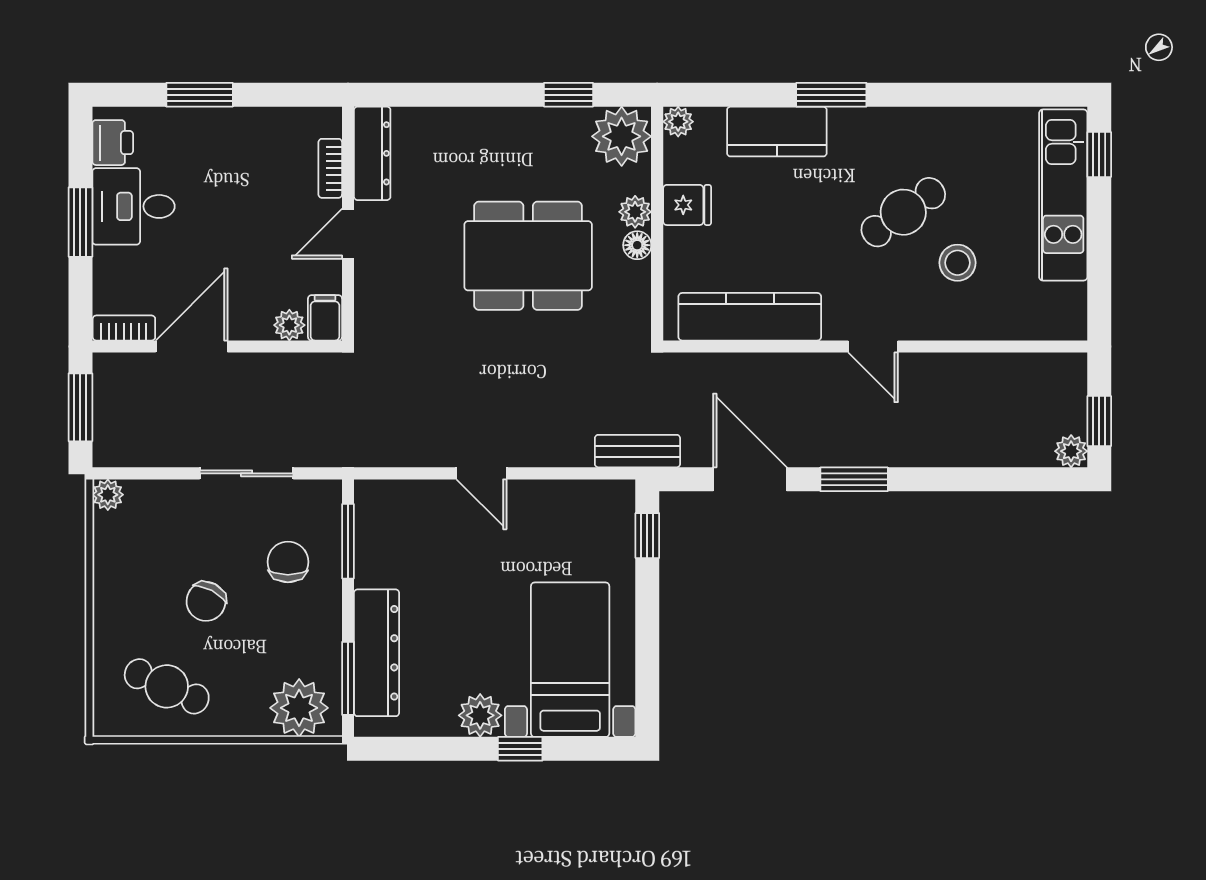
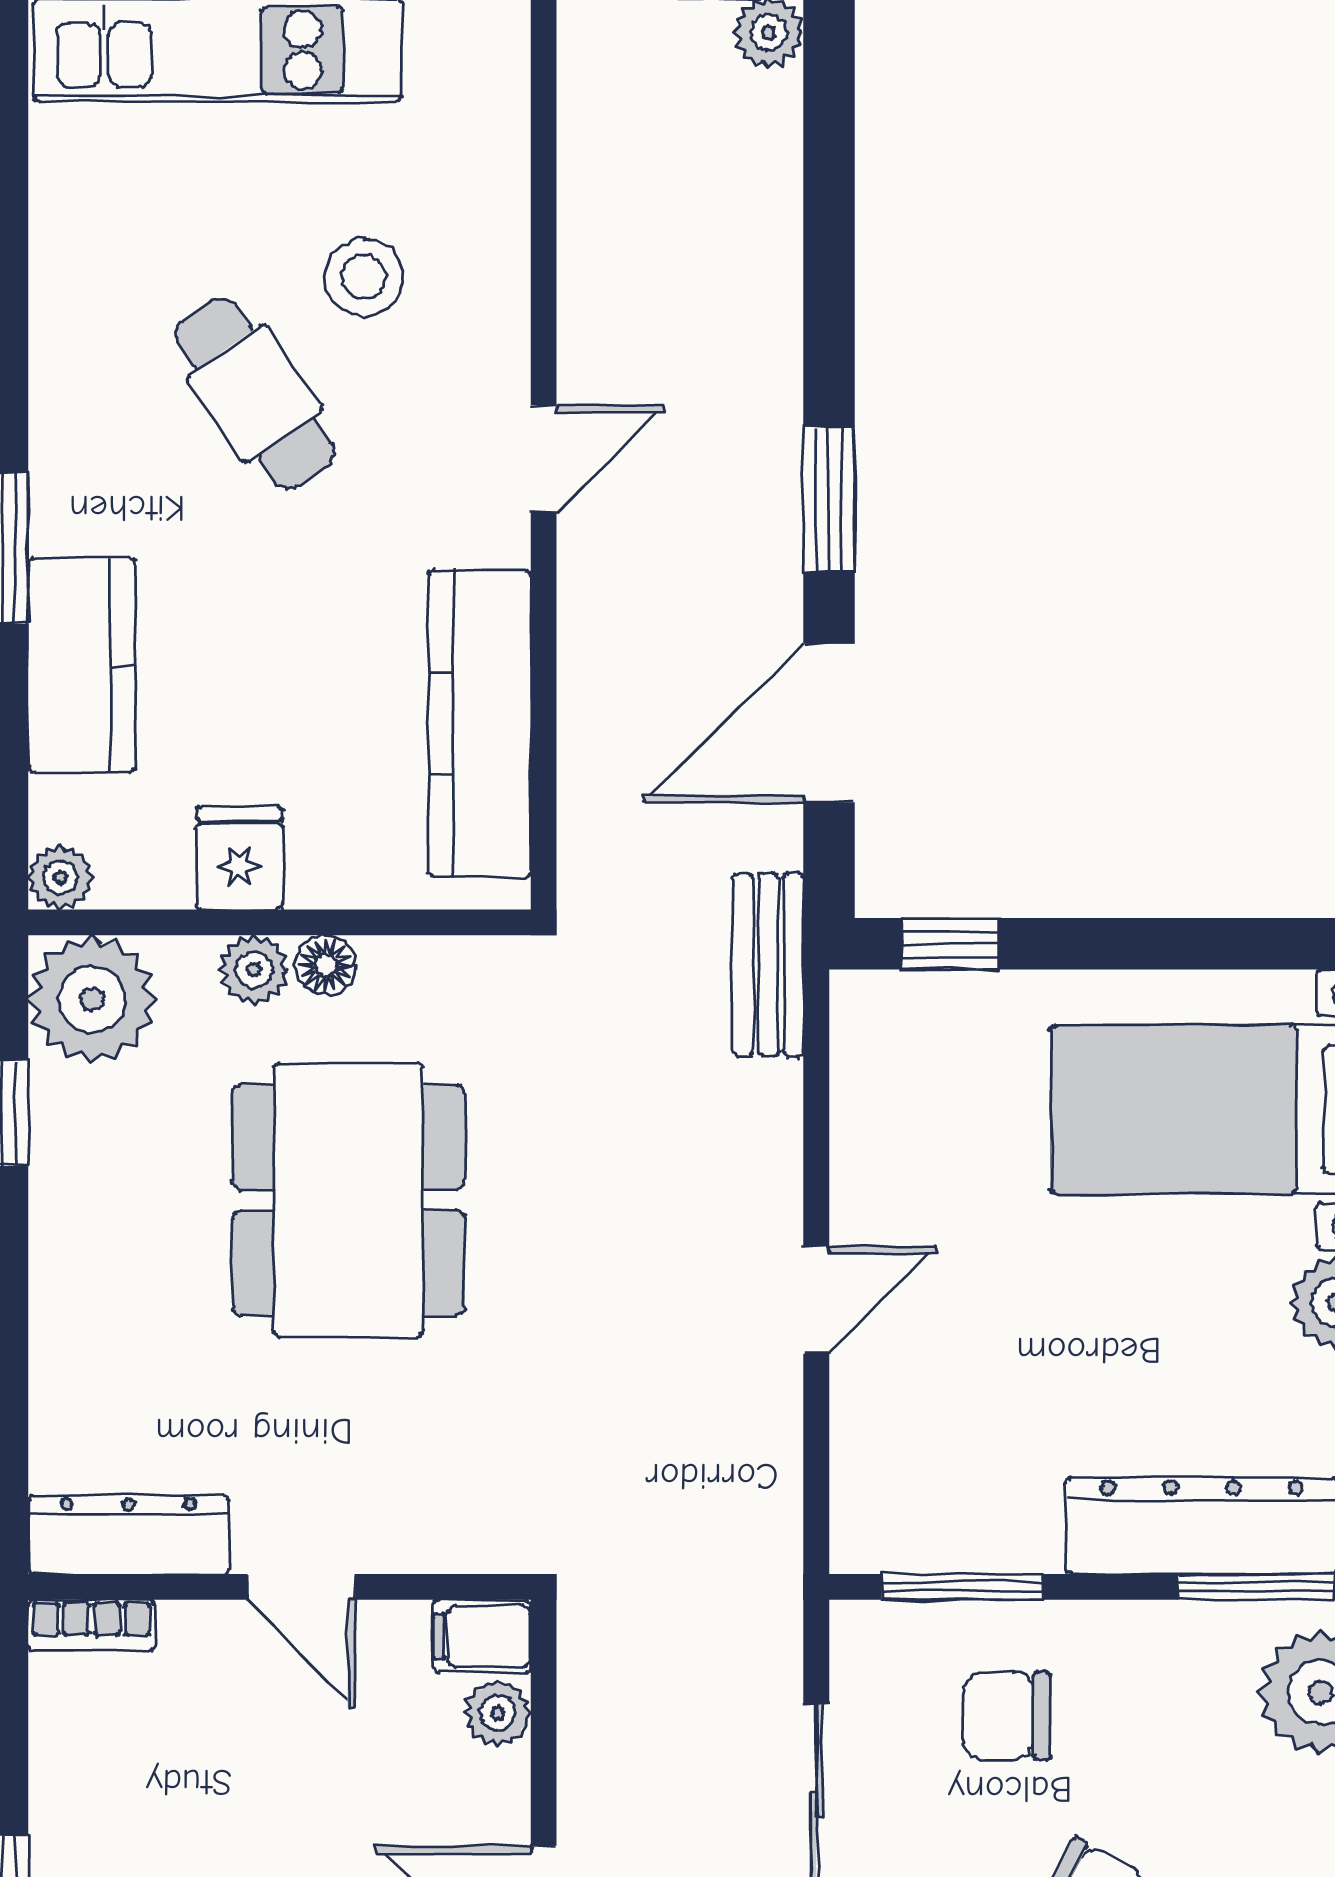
bookcase: (330, 168) -> (92, 1625), moved

